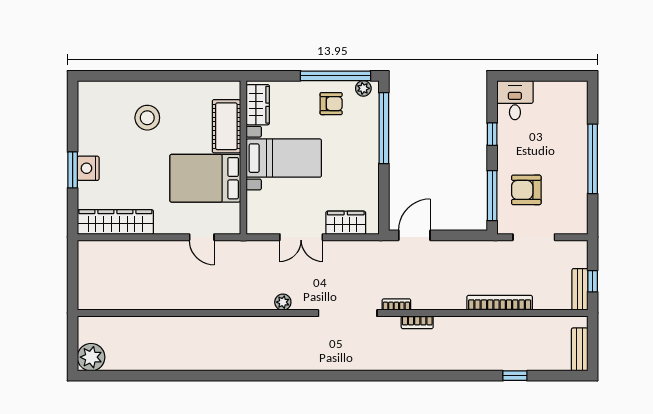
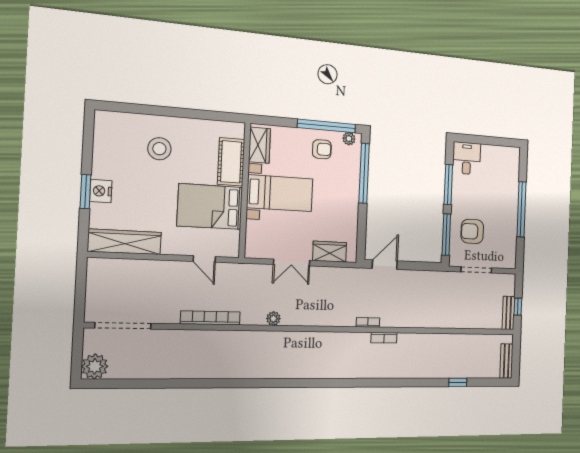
window: (492, 134) -> (448, 185), width x2.17
bookcase: (500, 303) -> (210, 318), moved
doorway: (348, 313) -> (123, 326), moved

